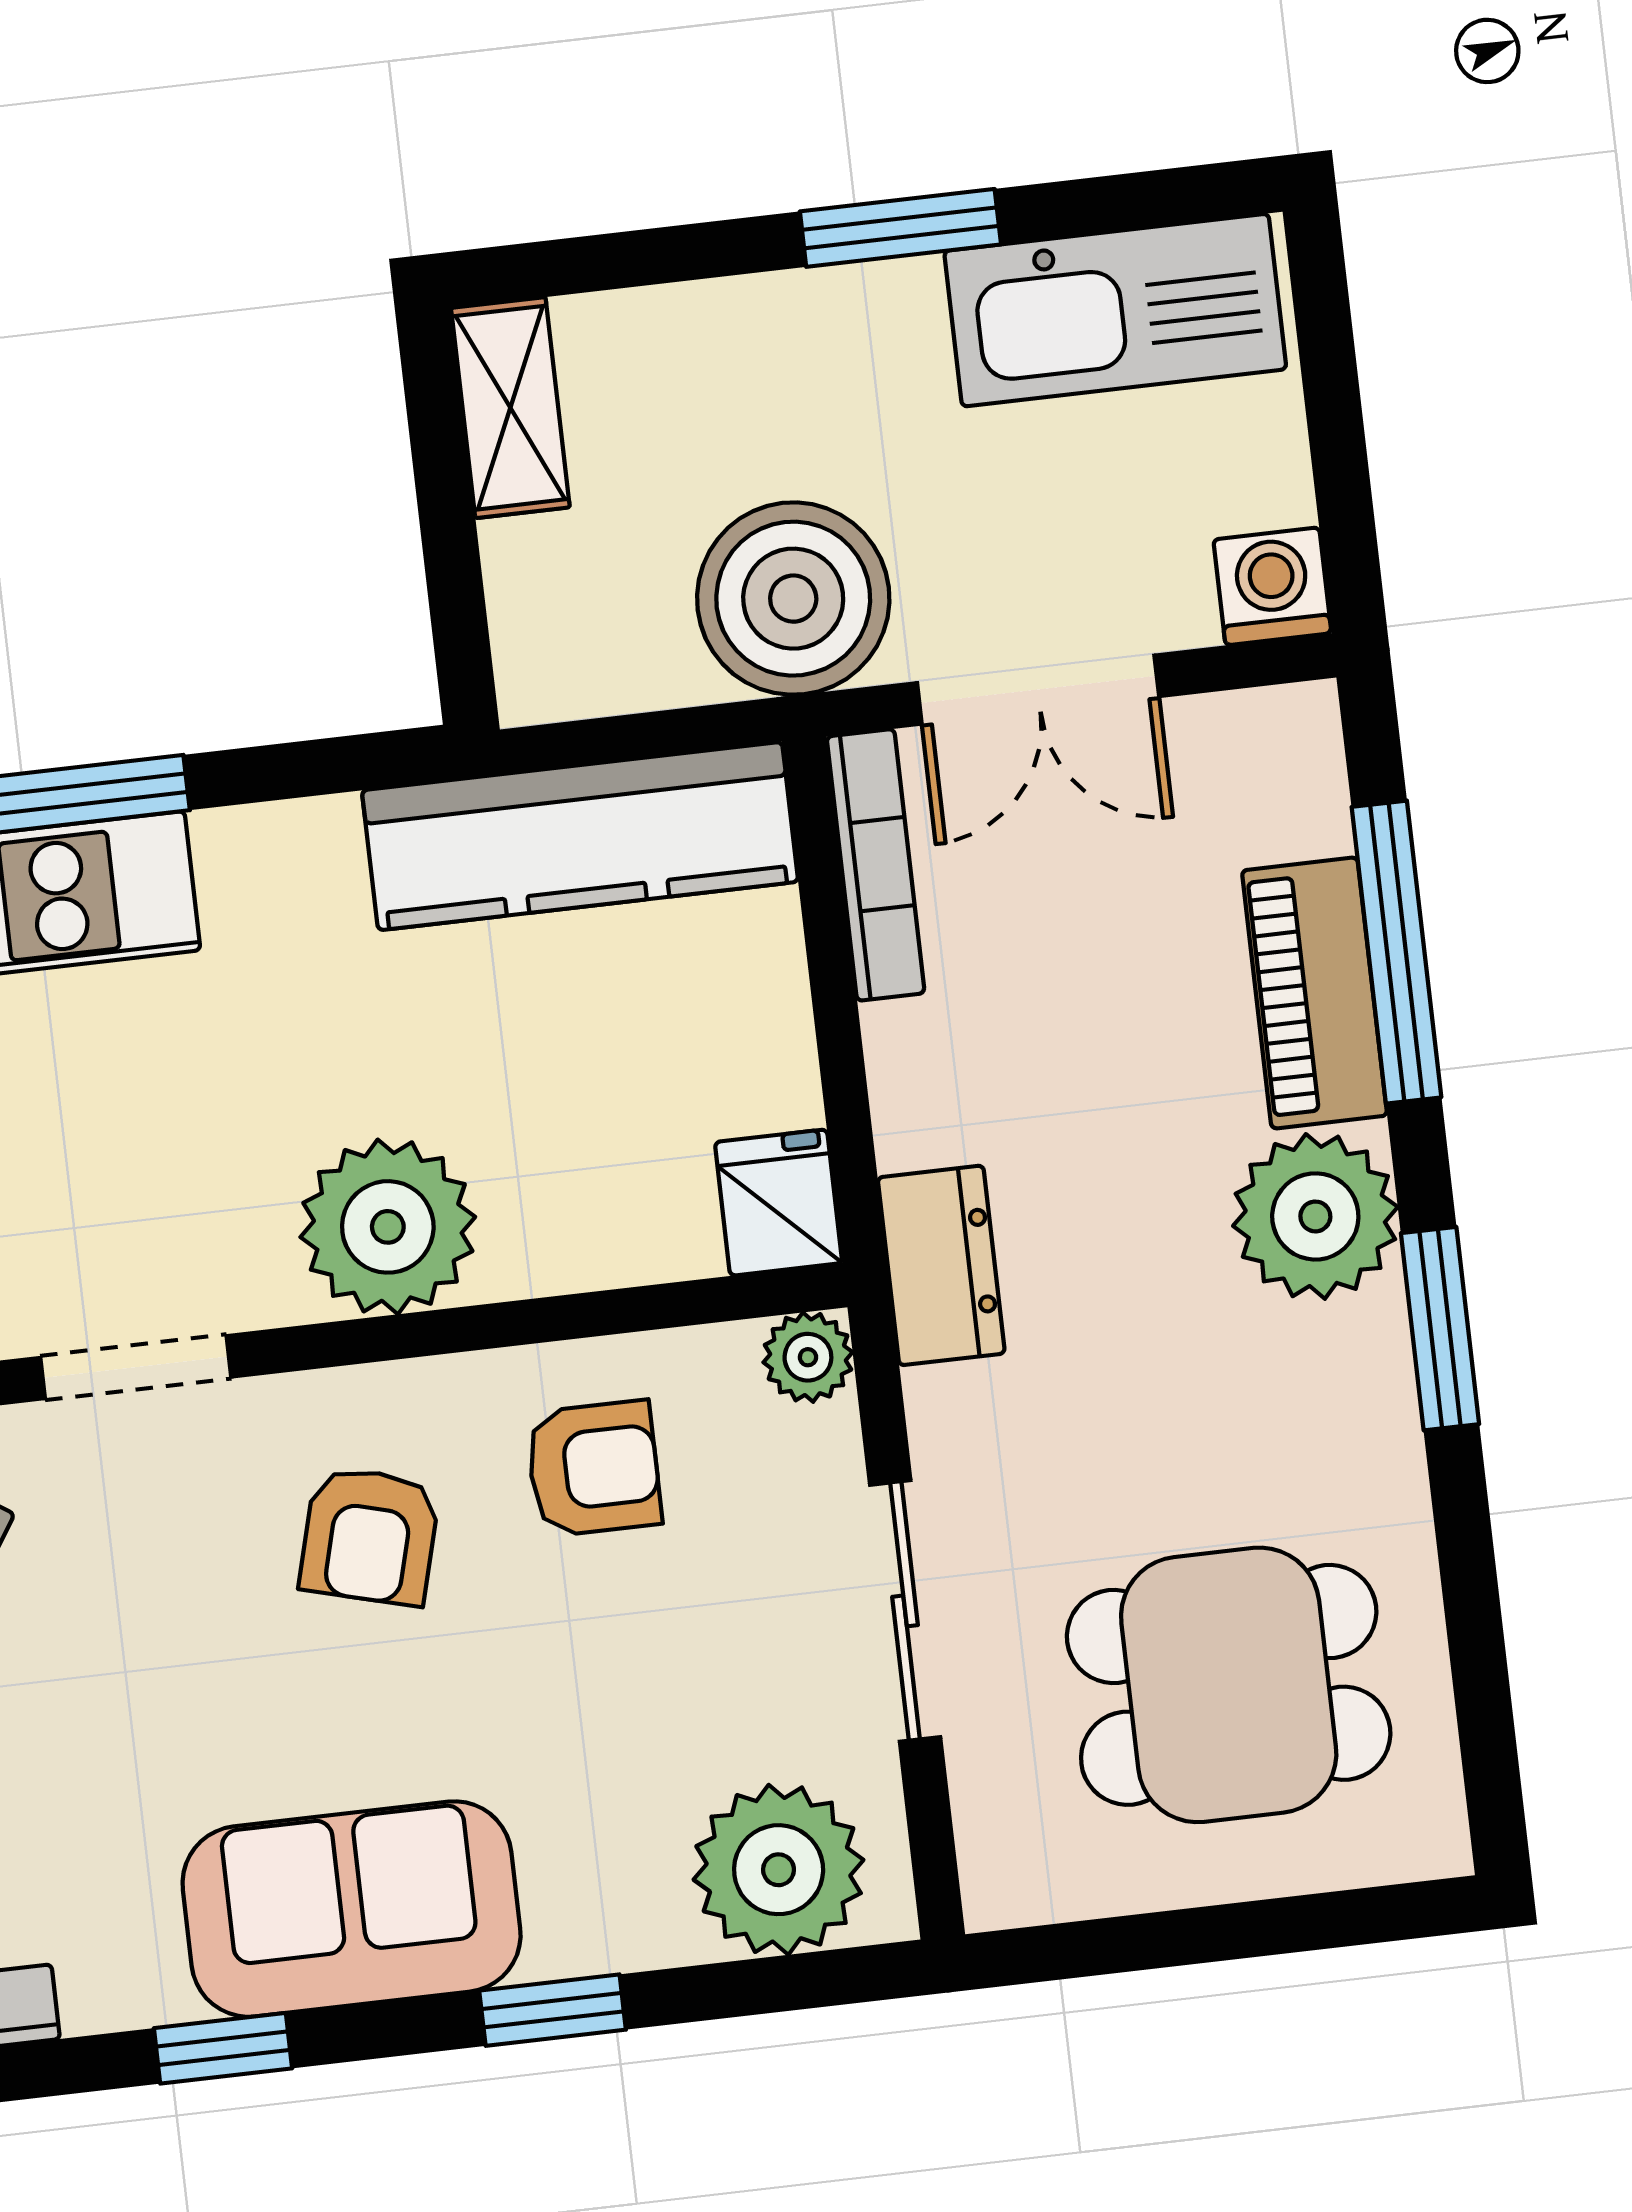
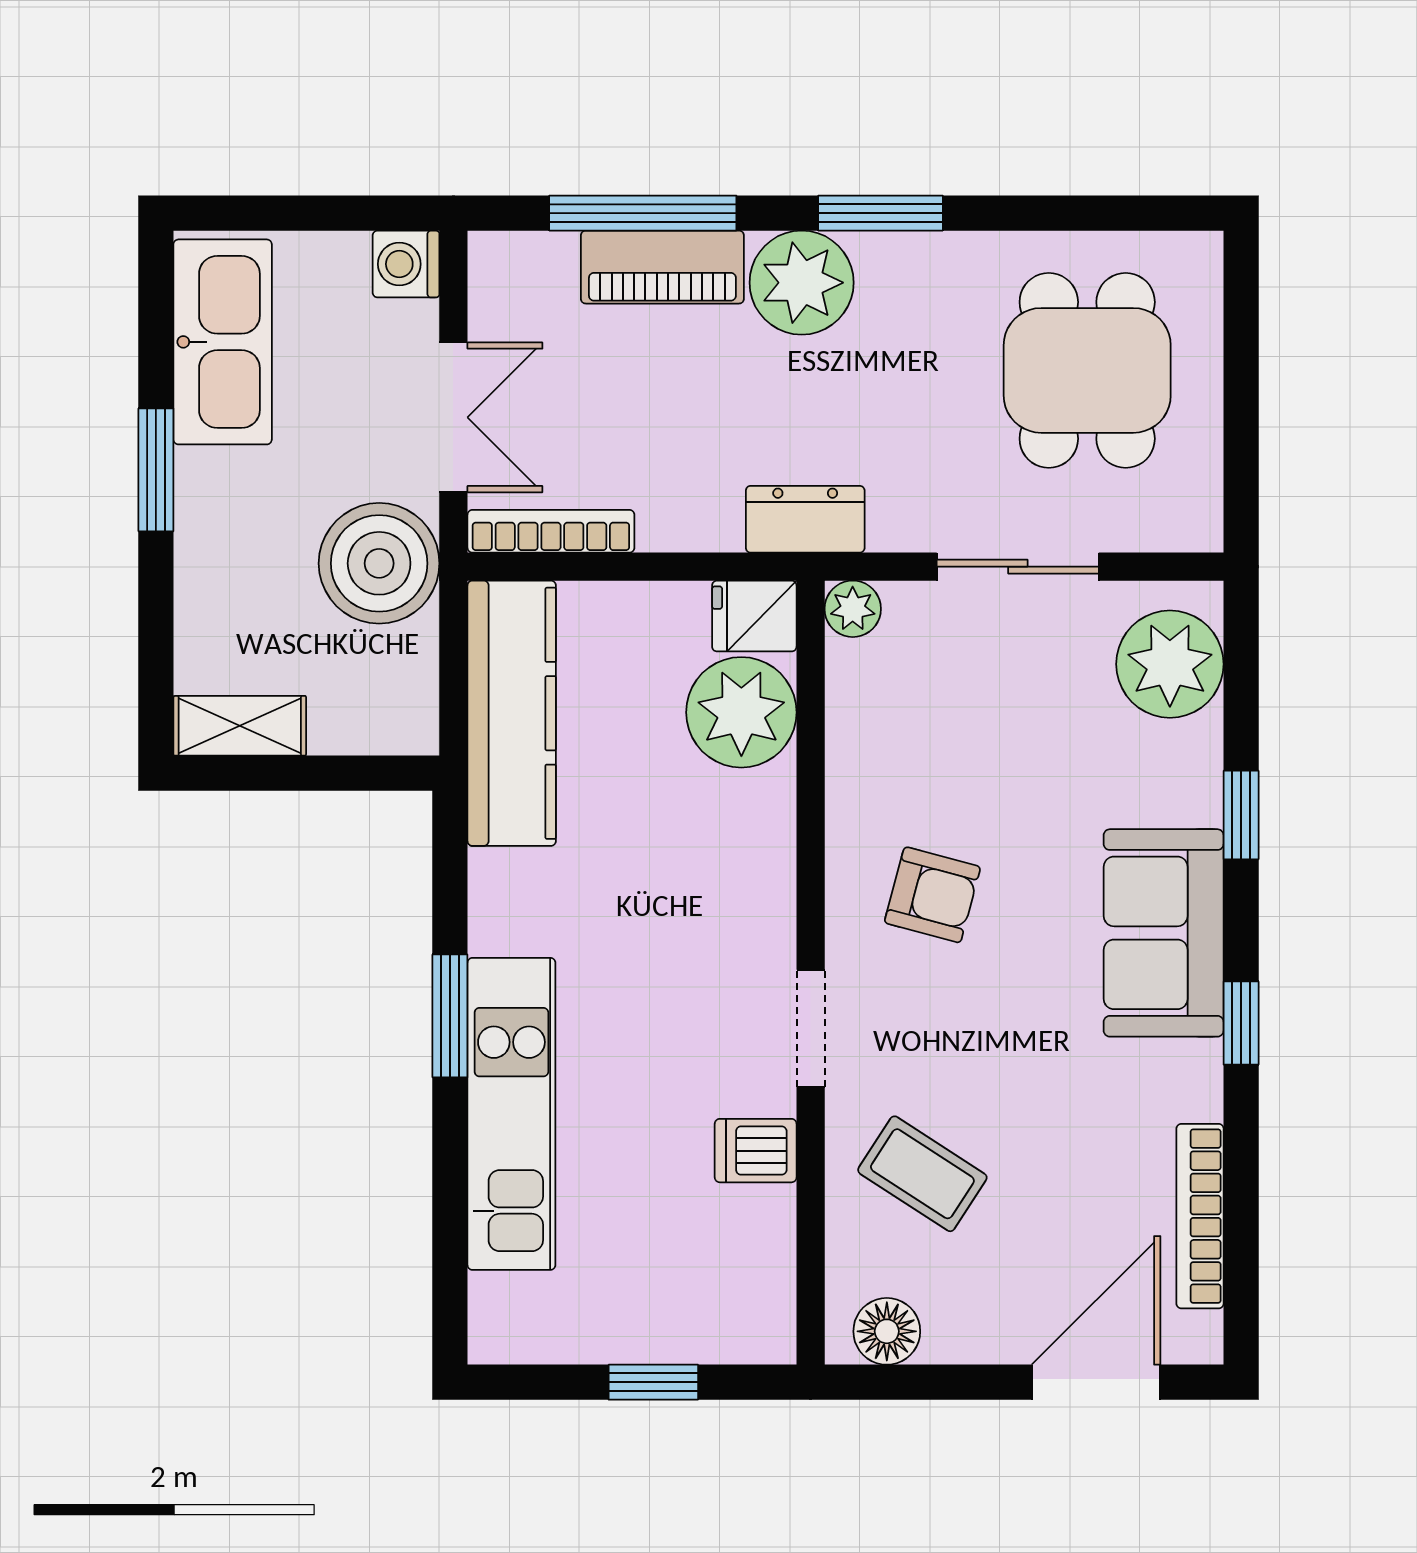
plant: (388, 1227) -> (741, 712), moved
armchair: (594, 1468) -> (907, 750), removed

